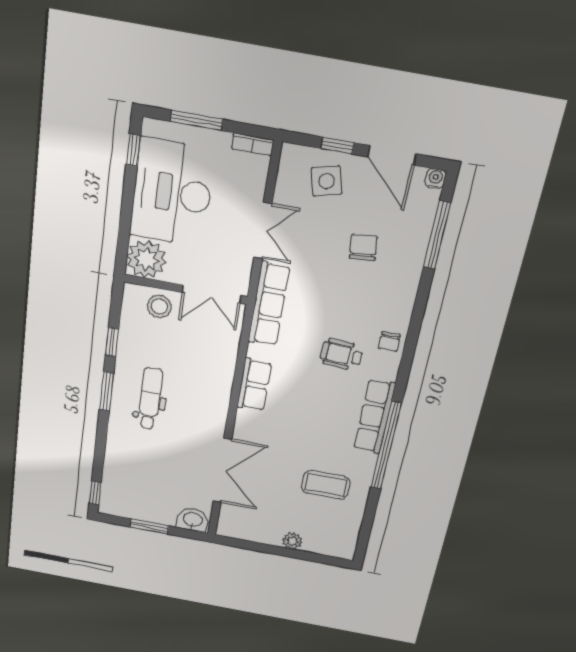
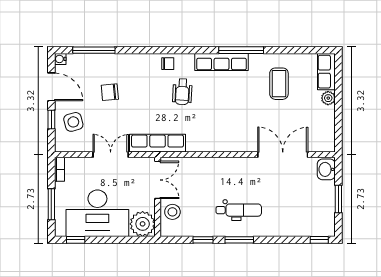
door: (392, 155) -> (51, 87), hinge flipped
row of seats: (254, 385) -> (326, 72), moved, turned -90
dental chair: (150, 399) -> (239, 210), turned 180
window: (386, 446) -> (241, 50), width x0.68

